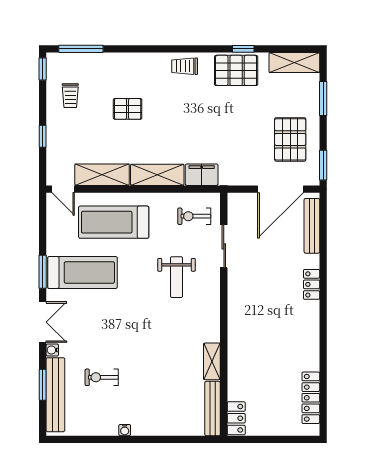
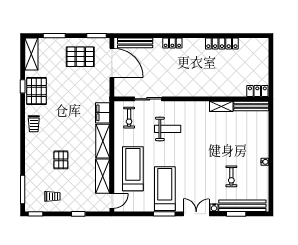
treadmill: (114, 222) -> (133, 169), turned 180
locker: (311, 398) -> (222, 44), moved

